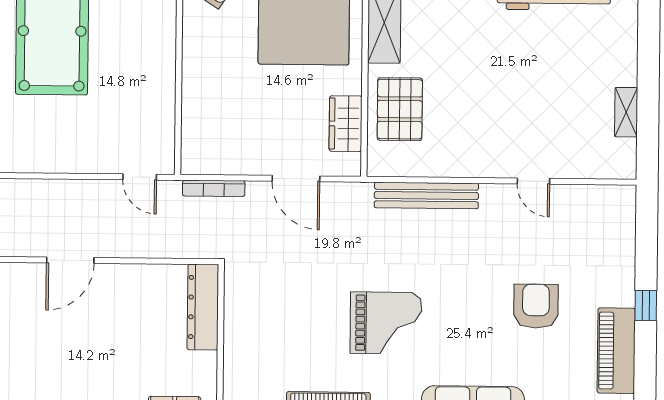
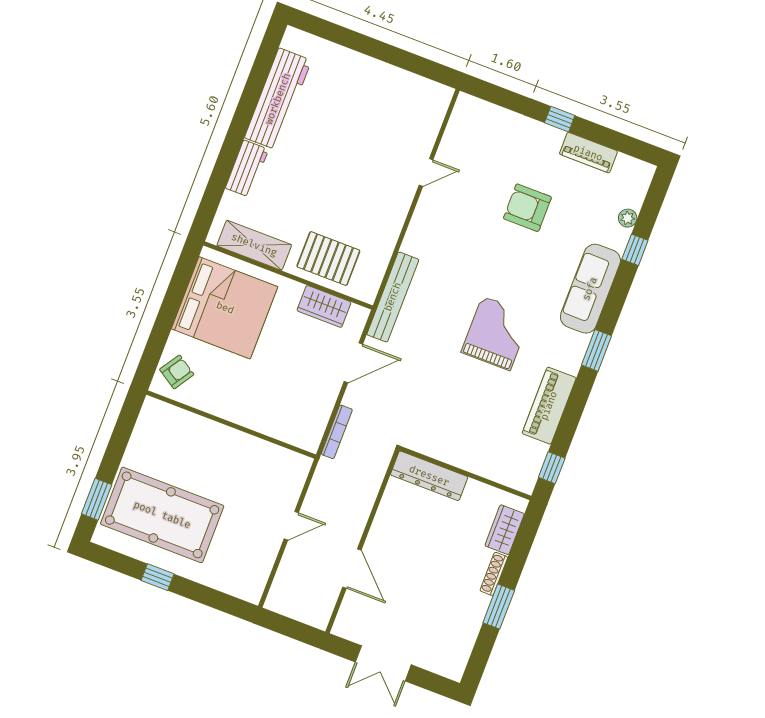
shelving: (626, 112) -> (398, 77), removed
door: (140, 177) -> (291, 526), moved
bench: (426, 196) -> (393, 297), moved
piano: (616, 351) -> (588, 153), width x0.73, depth x0.75

